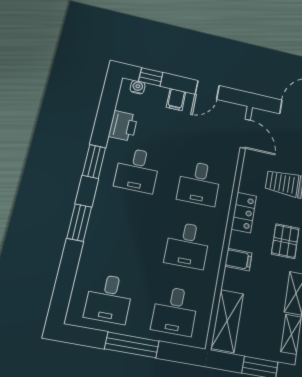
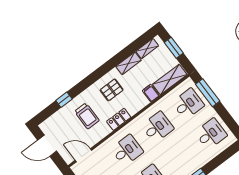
door: (245, 134) -> (83, 155), hinge flipped
filing cabinet: (238, 260) -> (151, 93), moved
window: (132, 345) -> (208, 93), moved

